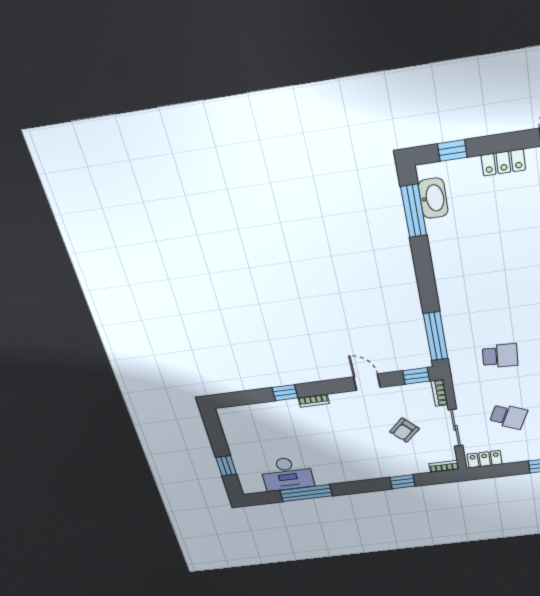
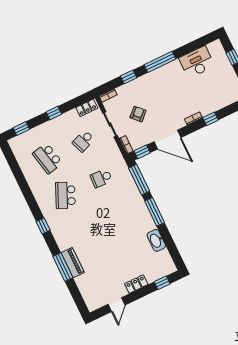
washbasin: (433, 198) -> (156, 240), moved
window: (414, 211) -> (155, 212), moved
door: (367, 382) -> (167, 140), width x1.88
school desk: (508, 416) -> (83, 141), turned -45
window: (306, 493) -> (160, 62), moved

